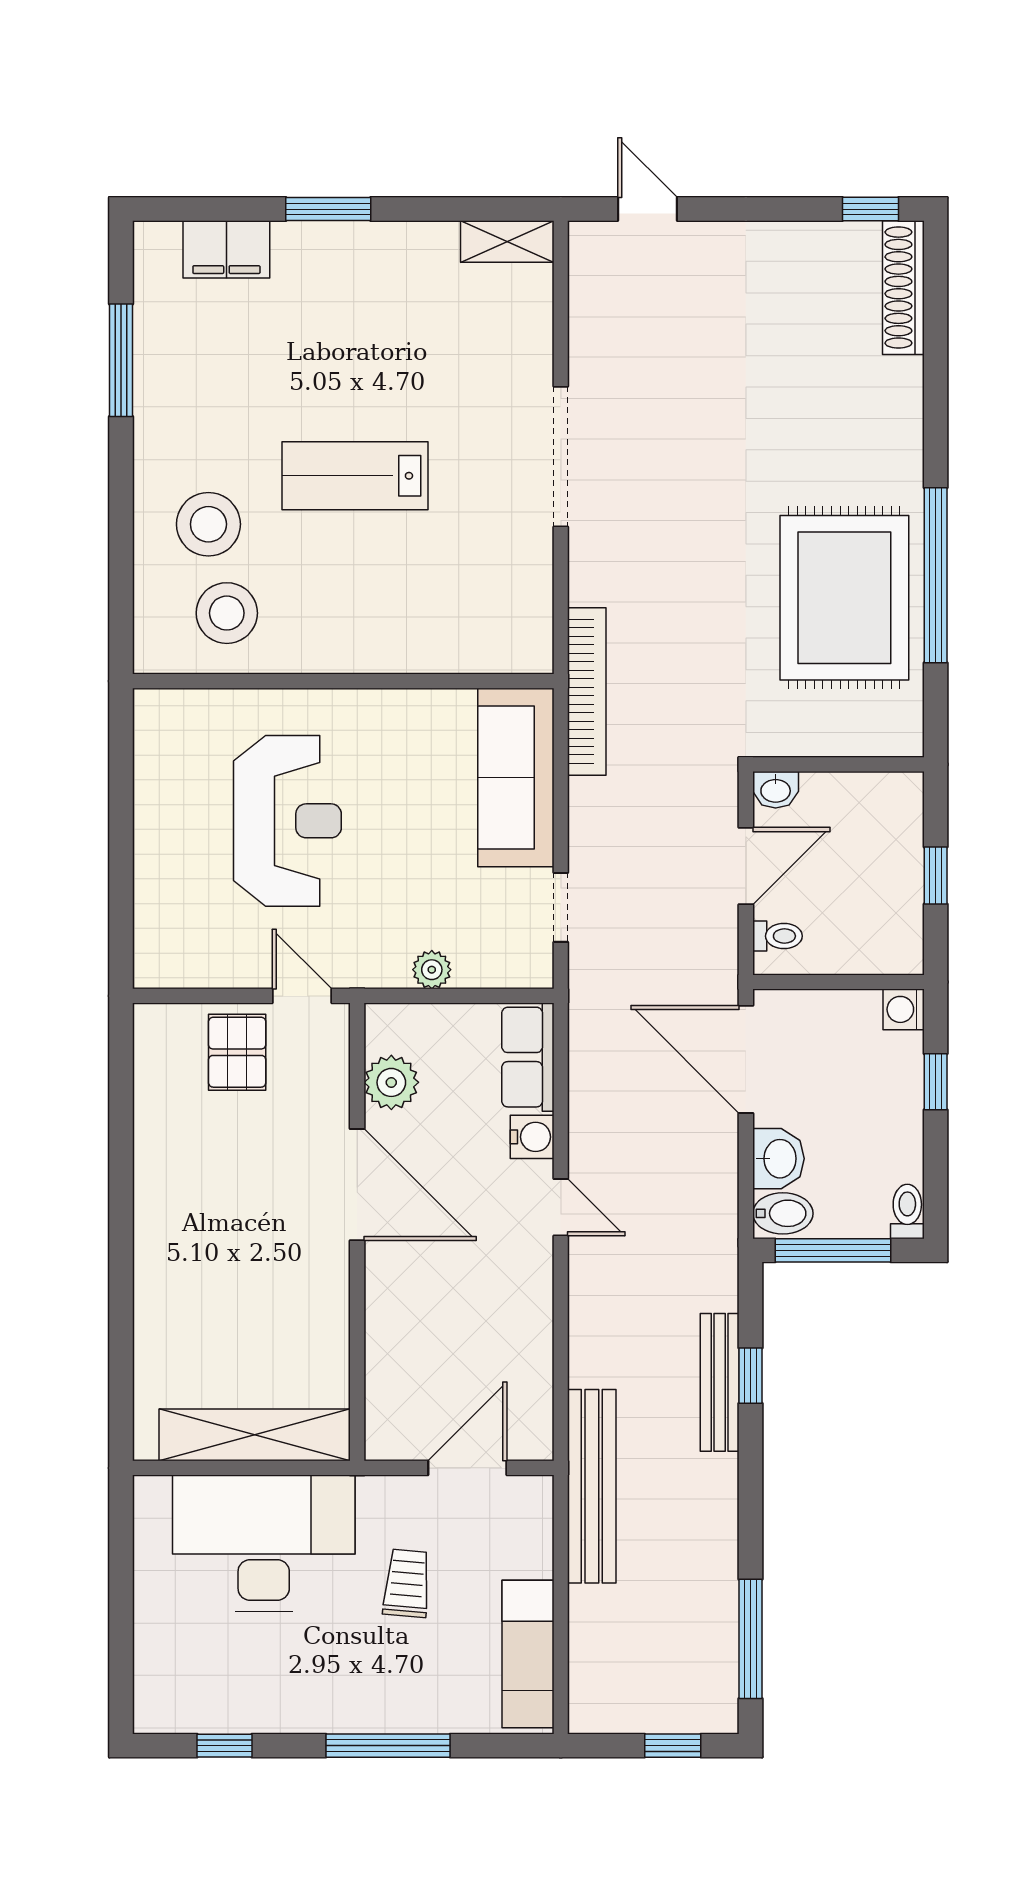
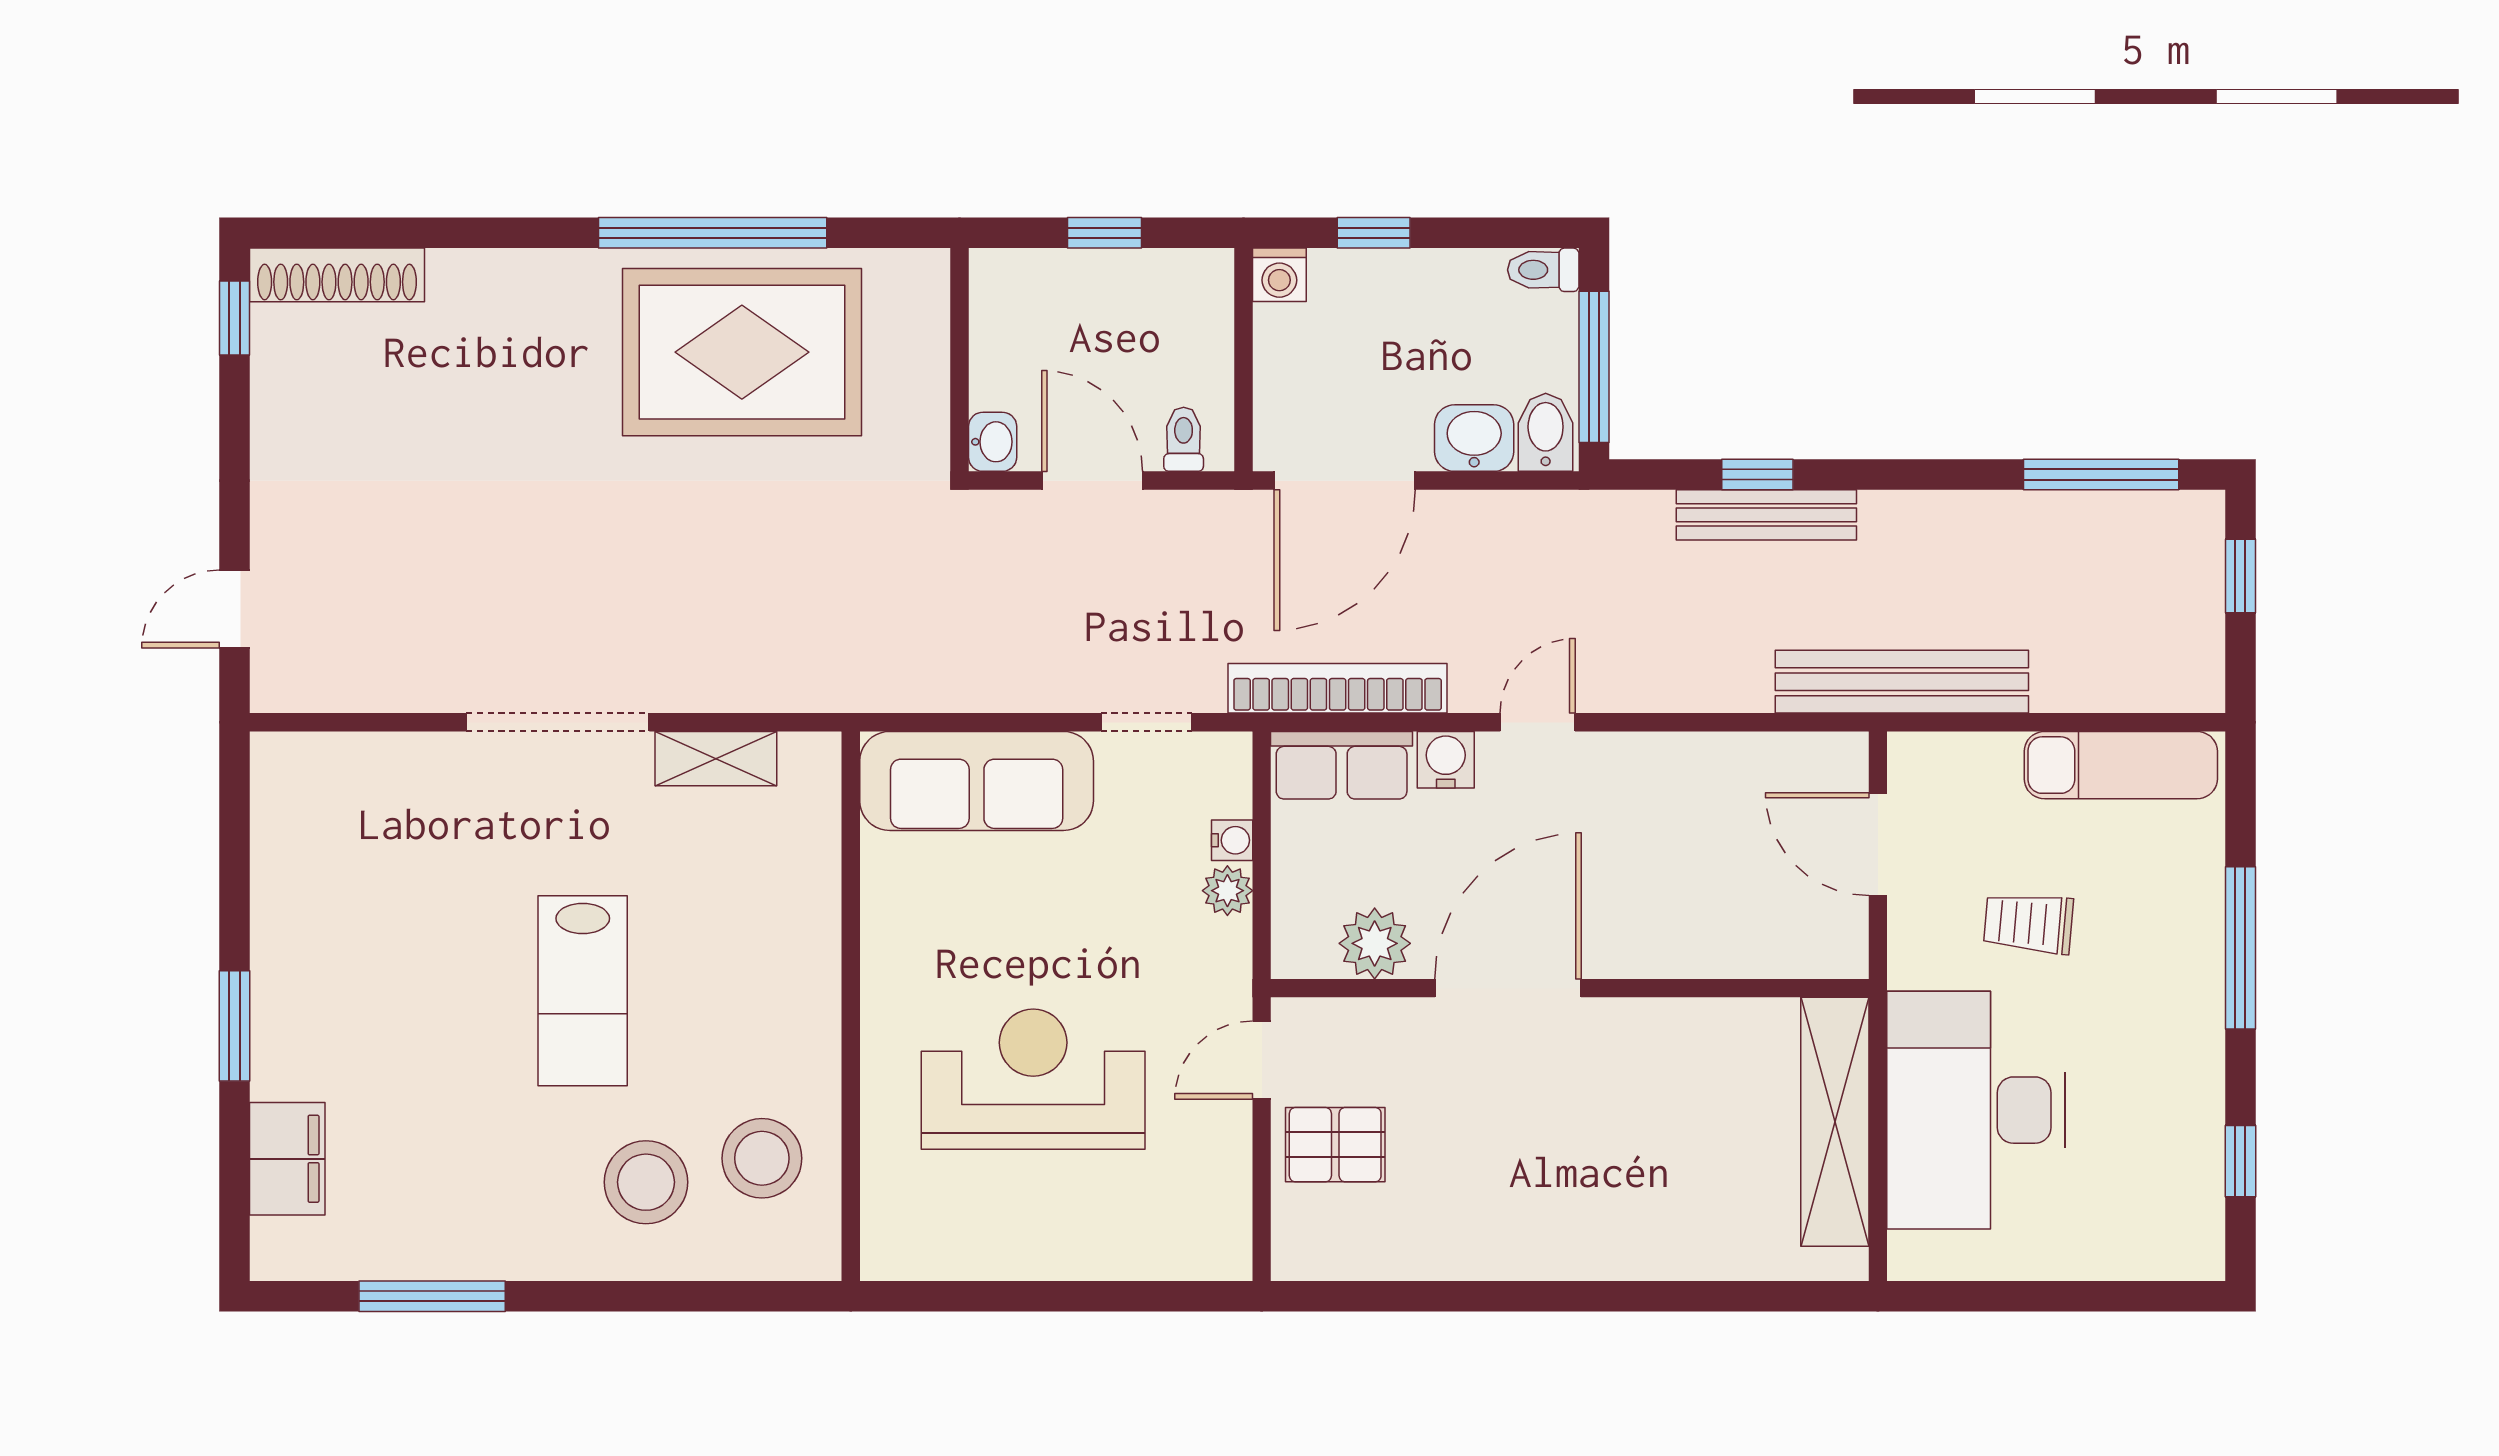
shelving: (507, 242) -> (716, 759), moved, turned 90
bookcase: (587, 691) -> (1338, 688), moved
water cooler: (470, 973) -> (1232, 840), added

